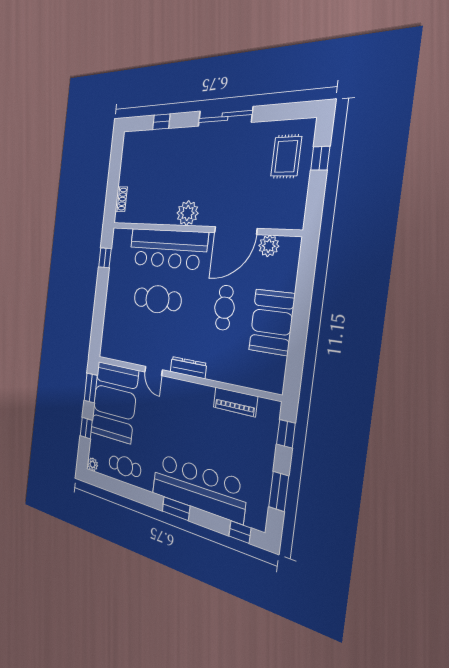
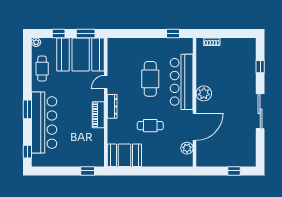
rug: (286, 156) -> (236, 152), removed
door: (235, 230) -> (195, 127), swing flipped
booth: (272, 322) -> (124, 155), moved
piano: (235, 402) -> (98, 115), moved
window: (279, 491) -> (56, 171), removed

